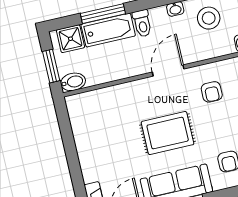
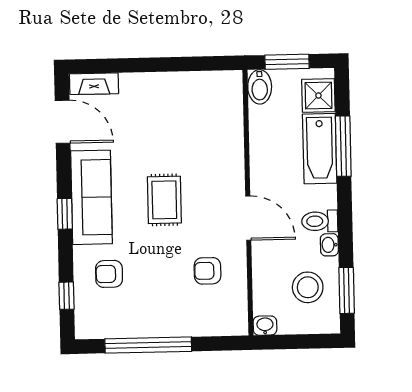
toilet: (142, 23) -> (320, 221), moved
rug: (168, 133) -> (164, 200), width x0.73, depth x0.70

